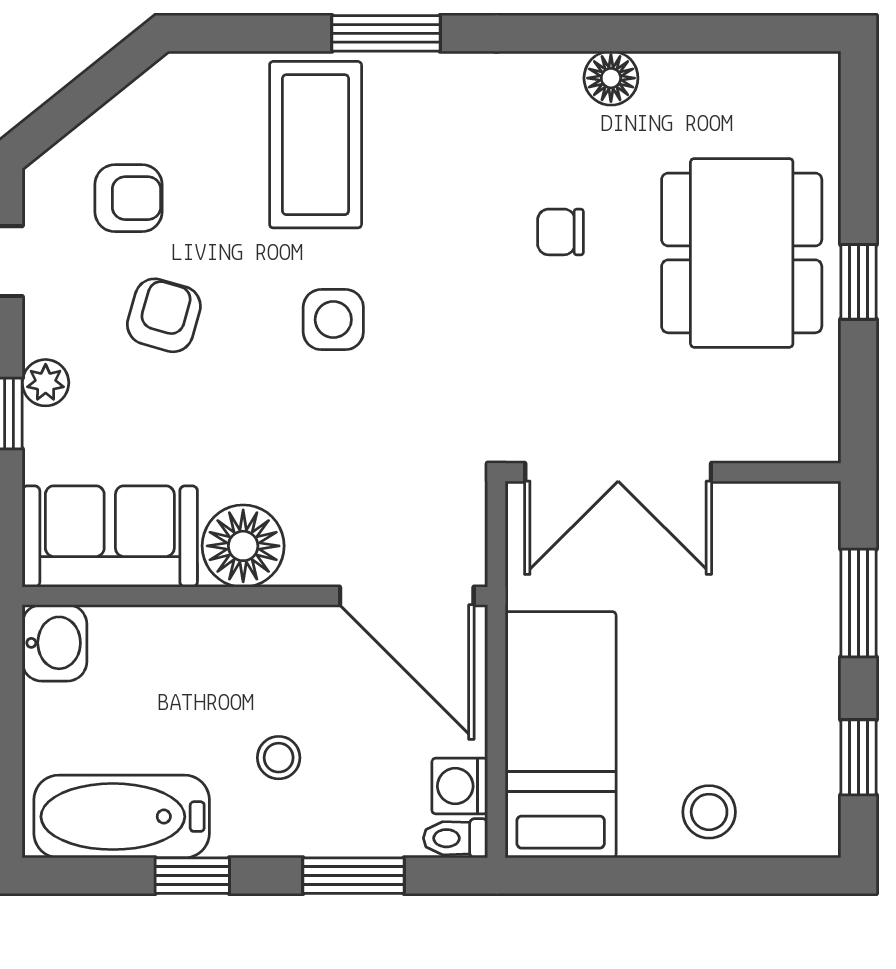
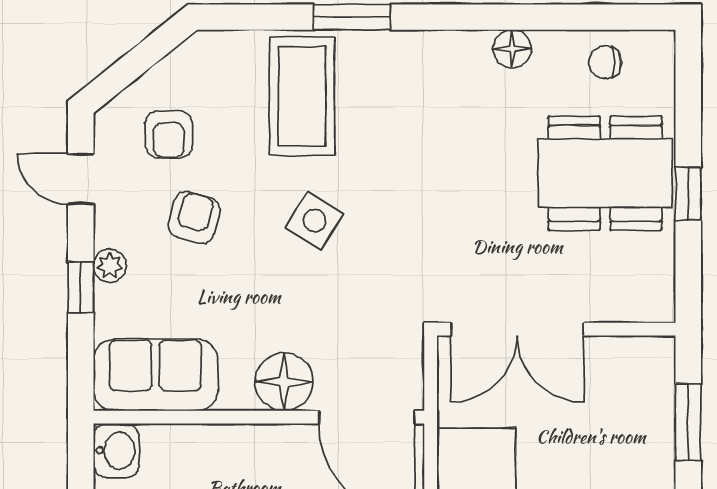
armchair: (128, 198) -> (169, 134), turned 90
chair: (560, 232) -> (605, 62), moved
dining table: (742, 253) -> (605, 173), turned 90
side table: (333, 320) -> (315, 221), turned 32
floor lamp: (243, 546) -> (284, 382), moved

